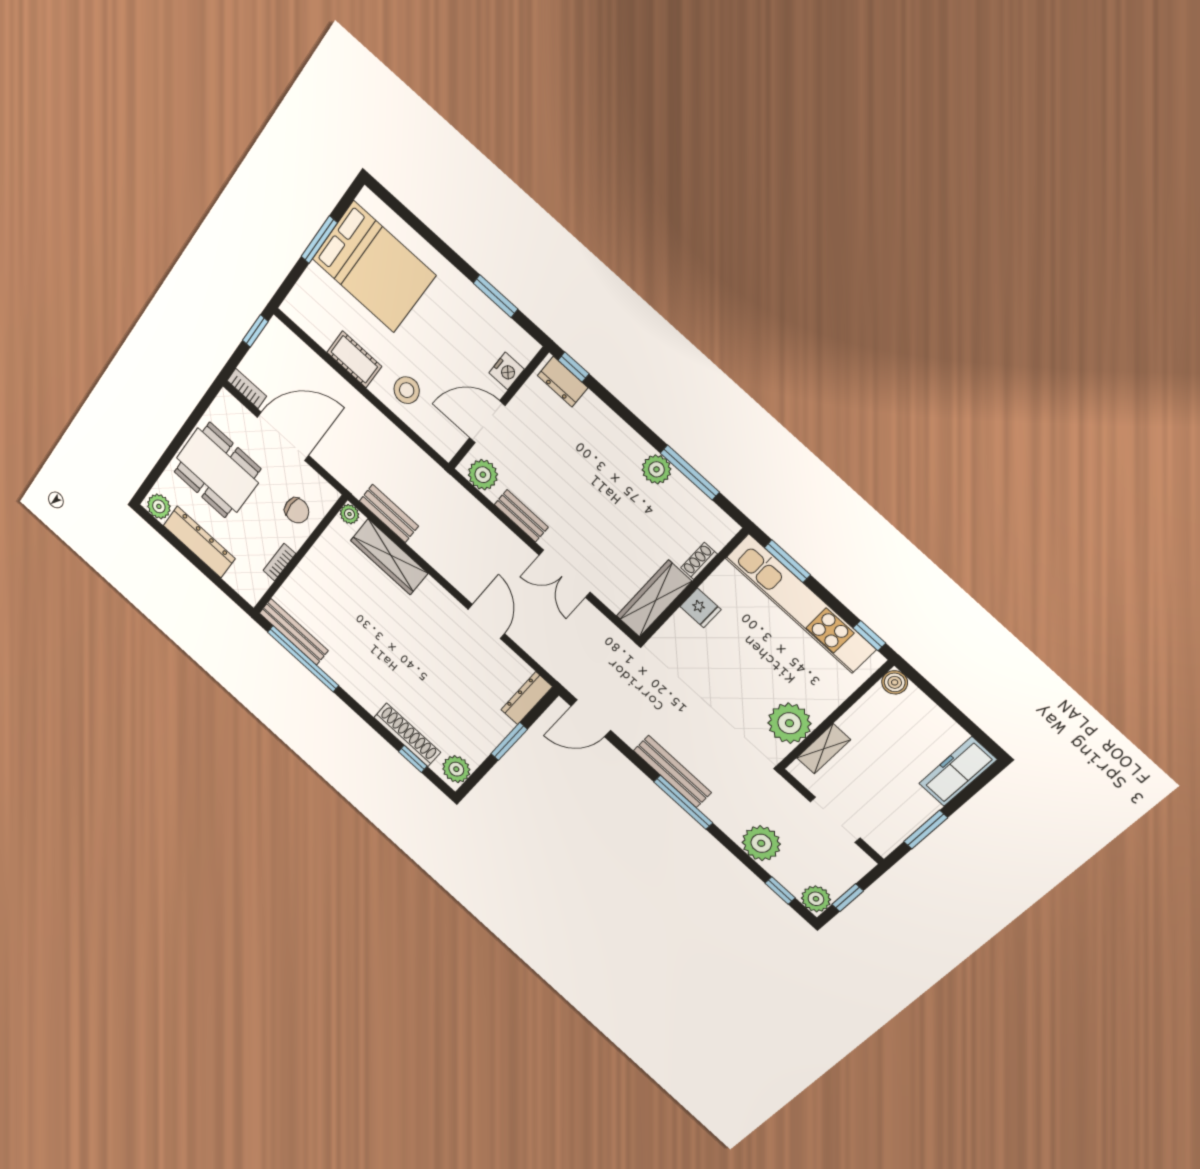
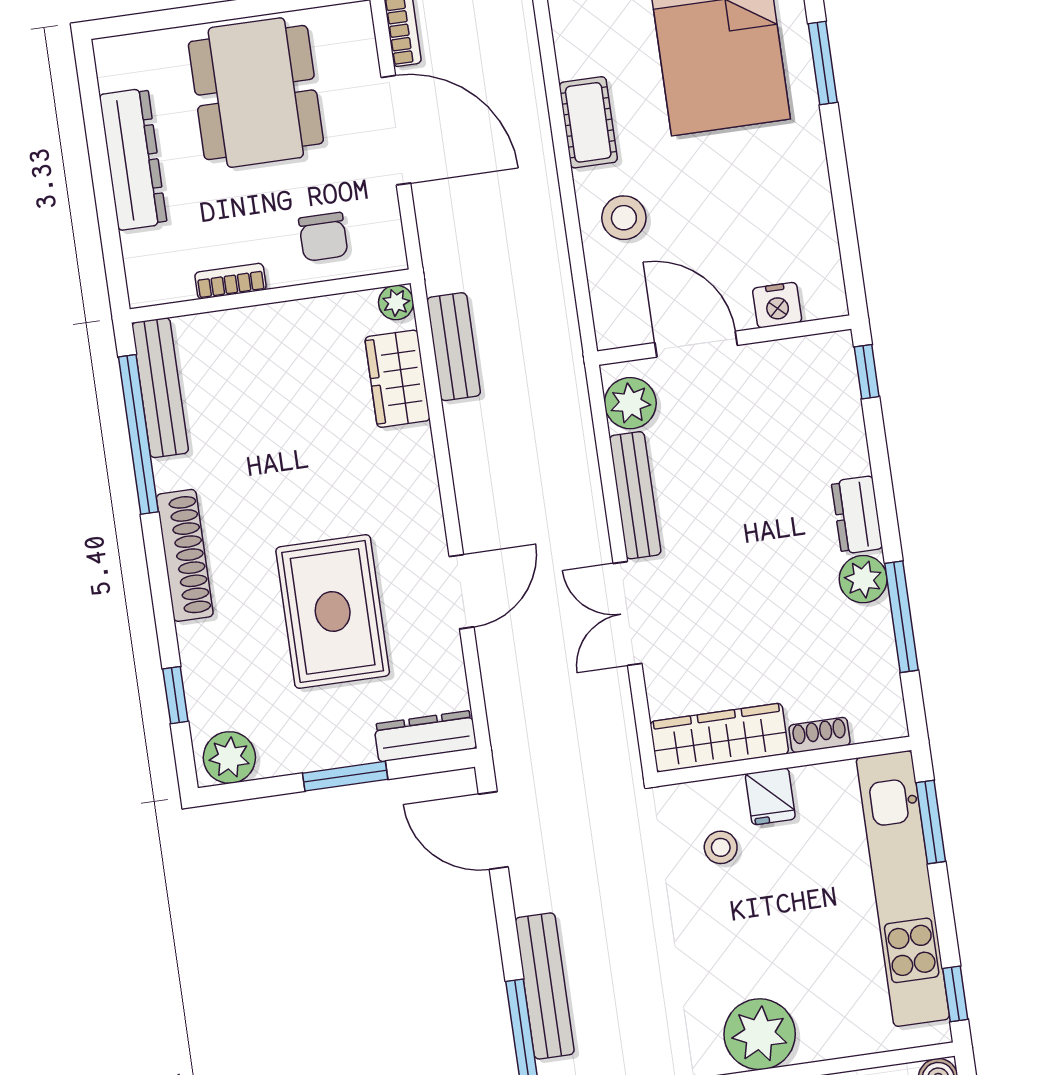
window: (496, 296) -> (823, 63), moved
dresser: (563, 382) -> (857, 515), moved
plant: (159, 506) -> (118, 65), removed
bench: (521, 516) -> (635, 495), width x1.36
wardrobe: (389, 557) -> (397, 379), width x0.67
stool: (698, 649) -> (721, 847), added
rug: (442, 673) -> (333, 612), added
shoe rack: (407, 735) -> (185, 555), moved

